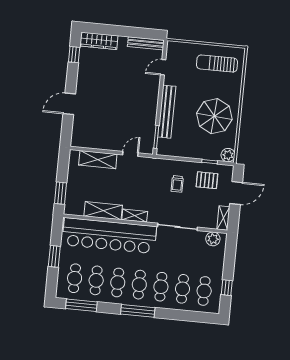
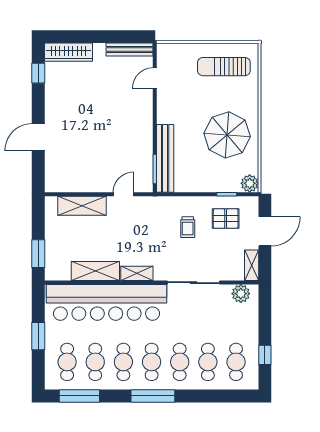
bench: (167, 112) -> (165, 158), moved

